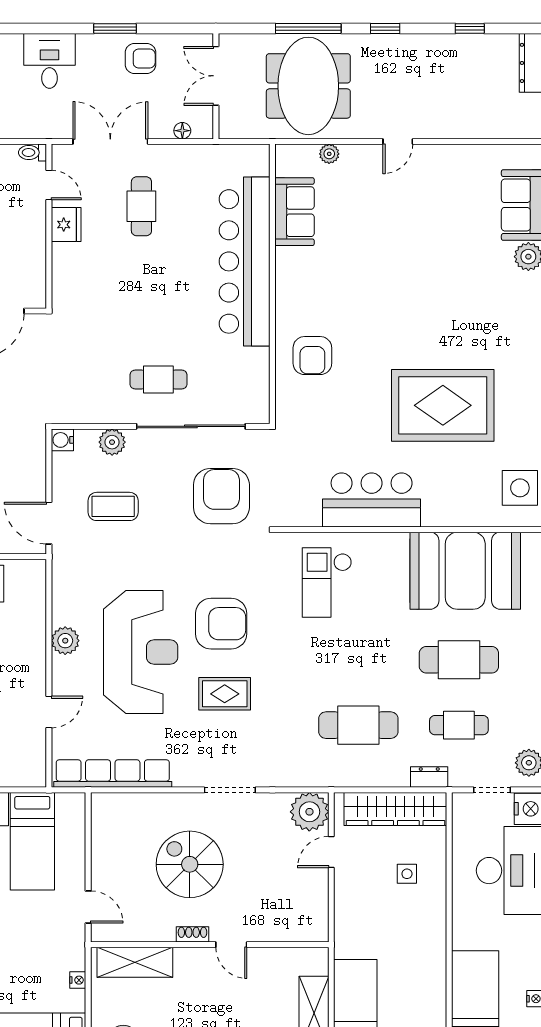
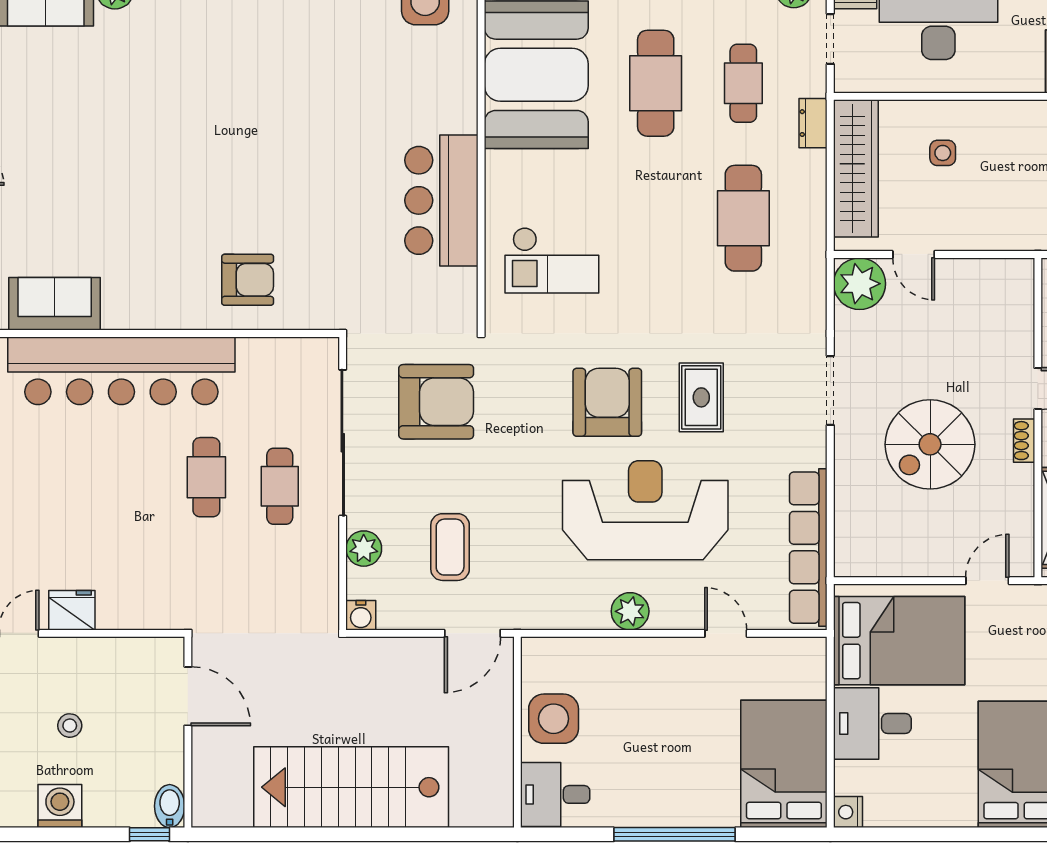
cafe table: (141, 206) -> (206, 477), moved, turned 90
rug: (443, 405) -> (314, 105), removed
armchair: (221, 496) -> (436, 402), turned 180
bed: (32, 841) -> (899, 641), width x1.50

